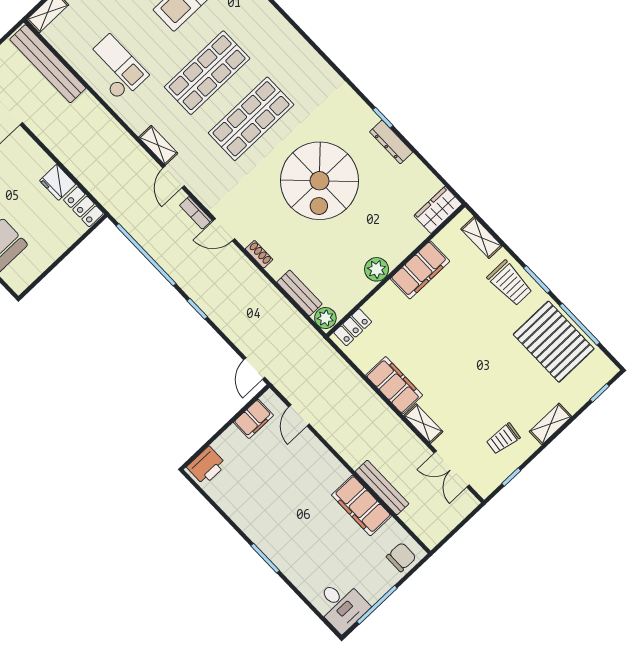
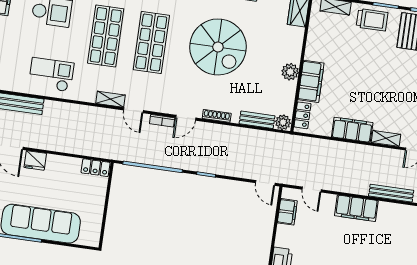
fridge: (58, 182) -> (35, 160), moved
shoe rack: (259, 254) -> (217, 116), width x1.43
filing cabinet: (420, 270) -> (311, 81), moved
filing cabinet: (361, 505) -> (356, 208), moved

